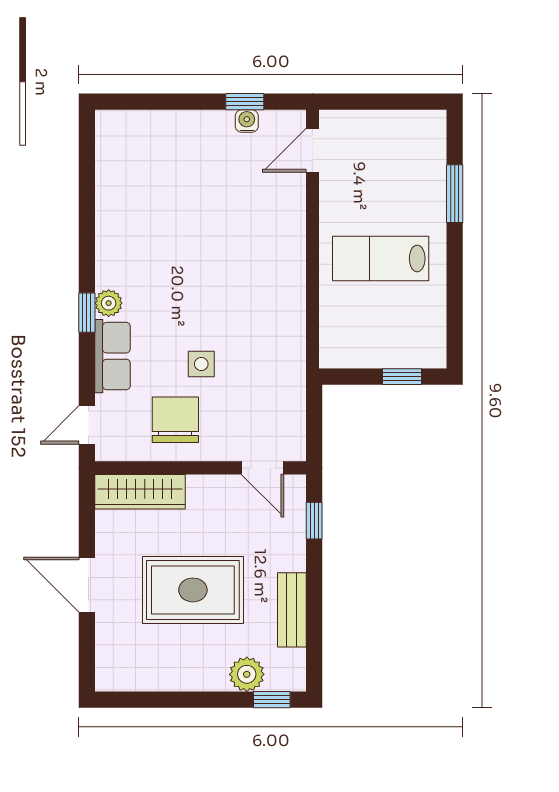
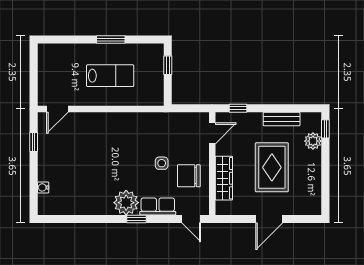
water cooler: (247, 121) -> (43, 187), moved
door: (312, 150) -> (57, 109), hinge flipped
window: (455, 194) -> (111, 40), moved
lab bench: (381, 258) -> (110, 76), turned -90
plant: (109, 303) -> (126, 203), width x1.87, depth x1.87
wardrobe: (140, 492) -> (224, 178), moved

